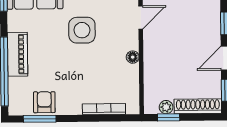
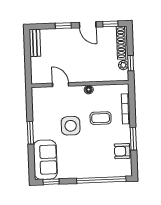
piano: (17, 54) -> (89, 171), removed
coffee table: (92, 73) -> (101, 118), added
window: (40, 119) -> (133, 139), moved

